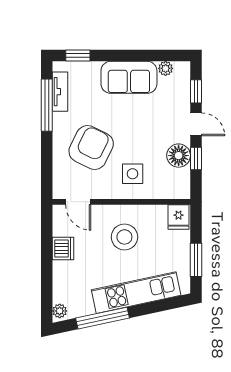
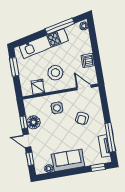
armchair: (91, 147) -> (82, 118), width x0.53, depth x0.53
fridge: (179, 217) -> (38, 87), moved

